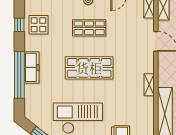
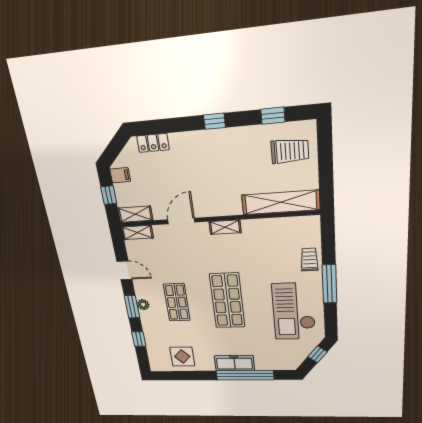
window: (19, 25) -> (186, 376), removed
shelving: (149, 85) -> (225, 227), moved

